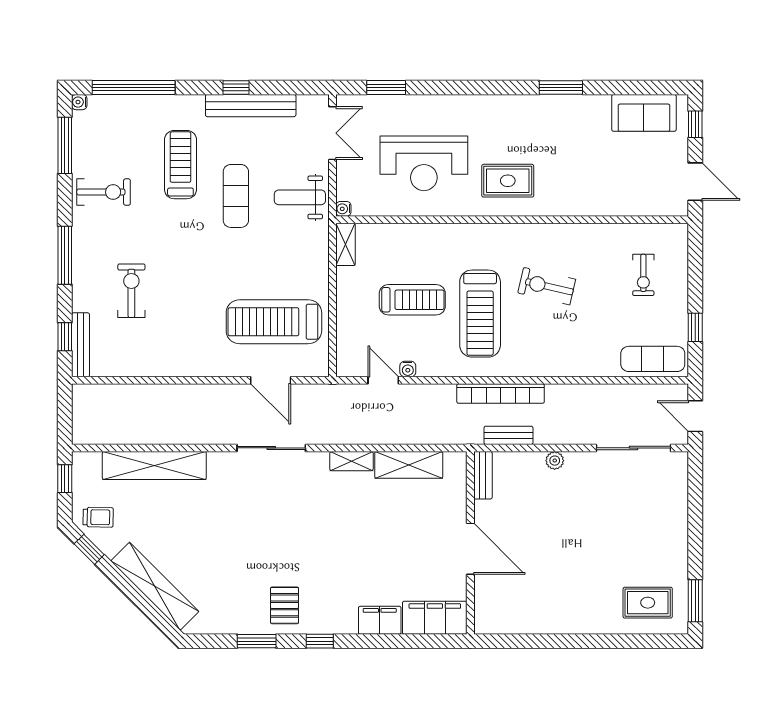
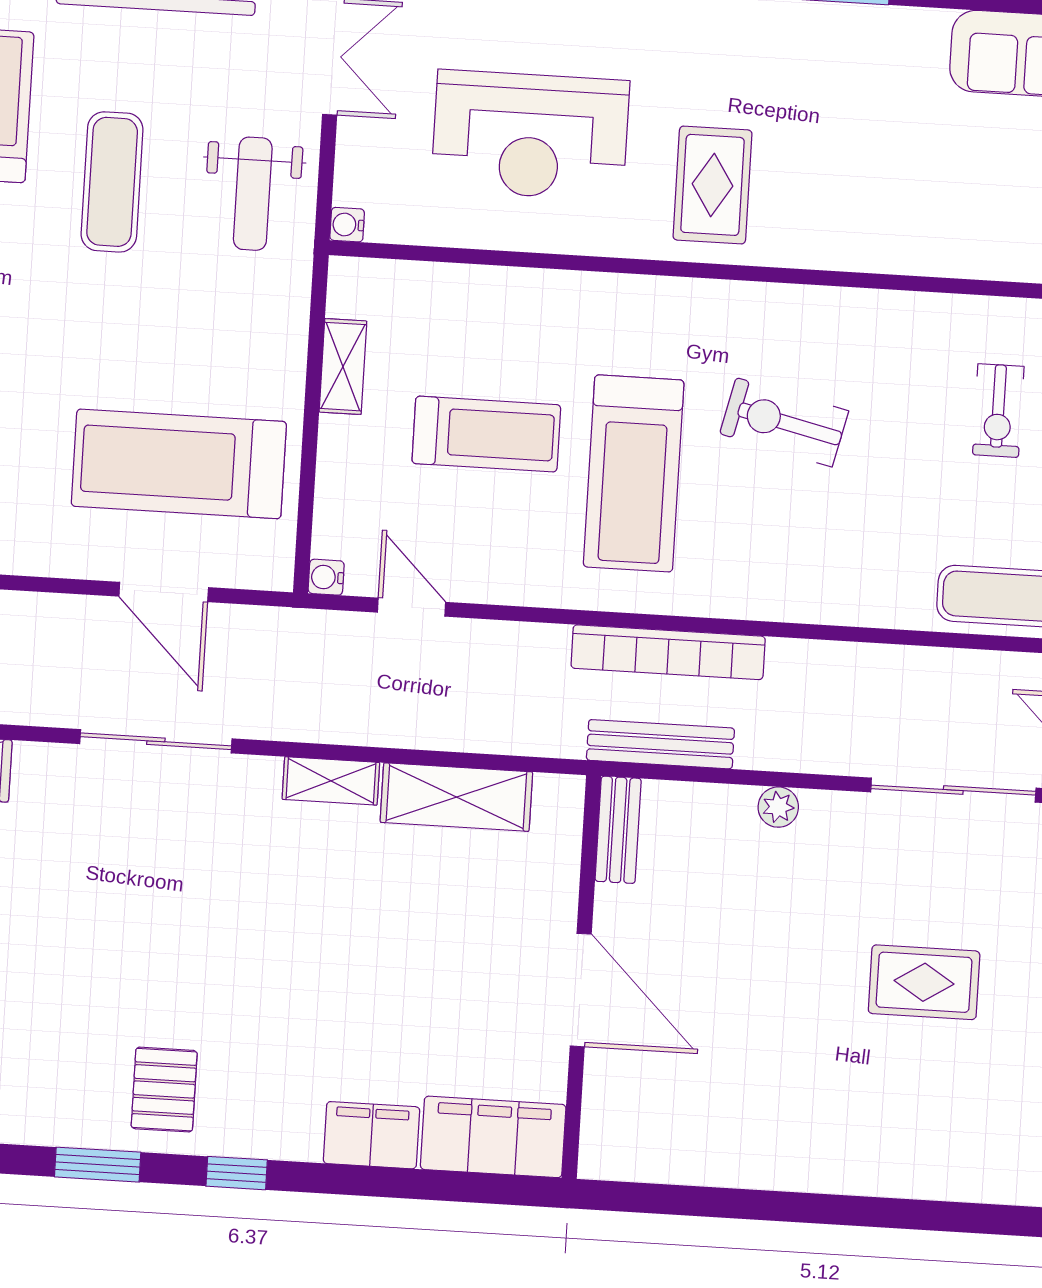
rug: (508, 181) -> (713, 185), turned 90
weight bench: (300, 197) -> (253, 194), turned -90
shelving: (345, 244) -> (343, 367), moved
water cooler: (408, 369) -> (326, 577), moved, turned 90
bench: (508, 435) -> (660, 744), width x1.36
rug: (648, 603) -> (924, 982), moved

